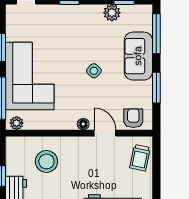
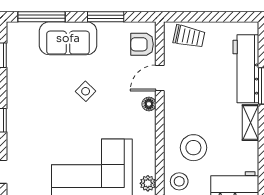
plant: (112, 13) -> (17, 70), removed
stool: (18, 149) -> (179, 181), added

